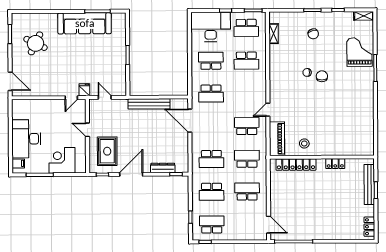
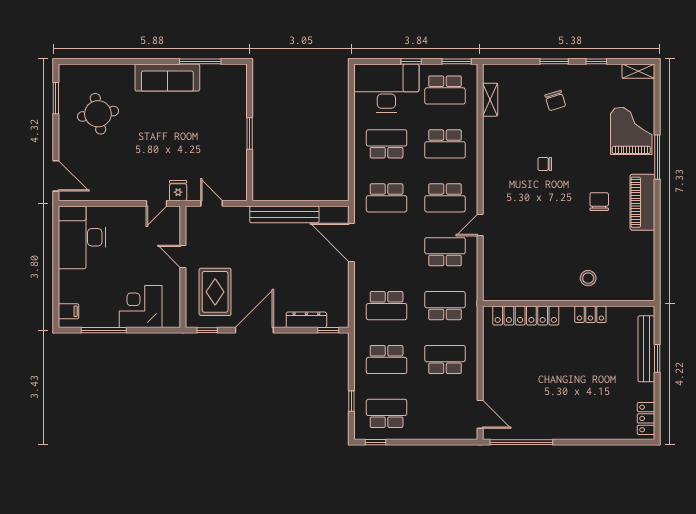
sofa: (85, 23) -> (167, 78), width x0.74, depth x0.79
round table: (35, 43) -> (98, 114), turned -36
chair: (322, 76) -> (599, 202), moved
school desk: (247, 93) -> (445, 198), added
desk: (26, 139) -> (82, 237), moved
piano: (277, 139) -> (642, 202), moved, turned 180
stool: (304, 144) -> (588, 278), moved

